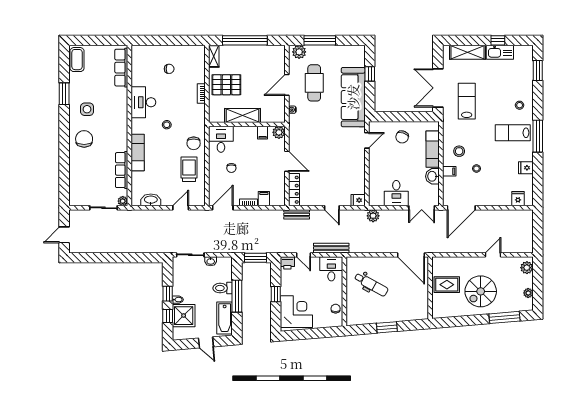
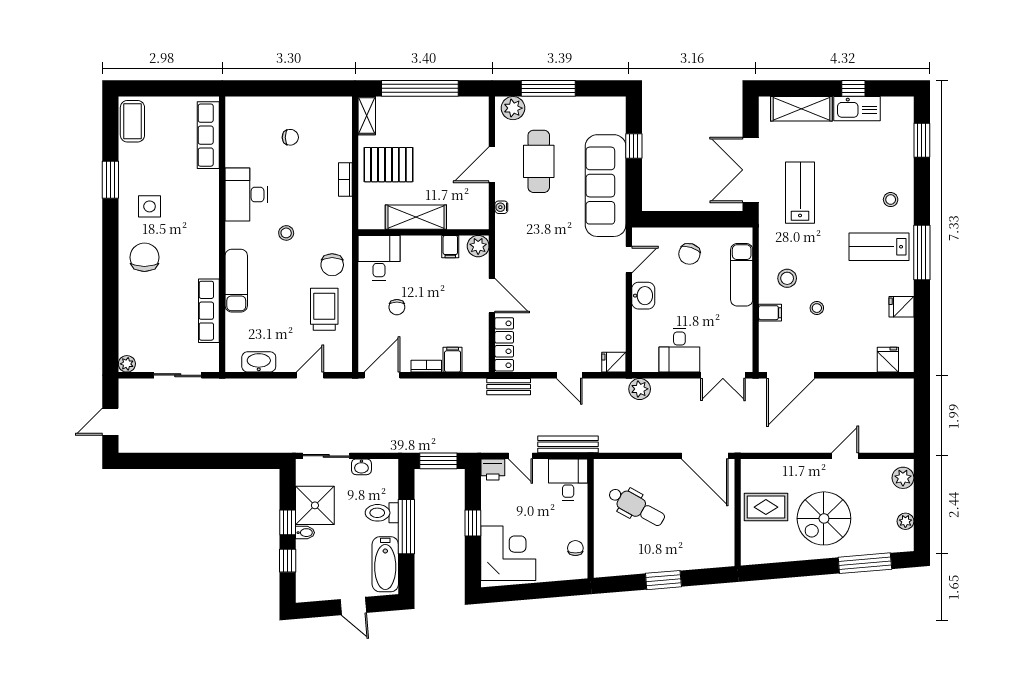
washbasin: (432, 176) -> (643, 296), moved, turned 180
plant: (123, 201) -> (127, 364), moved
shower: (184, 316) -> (315, 505), moved

